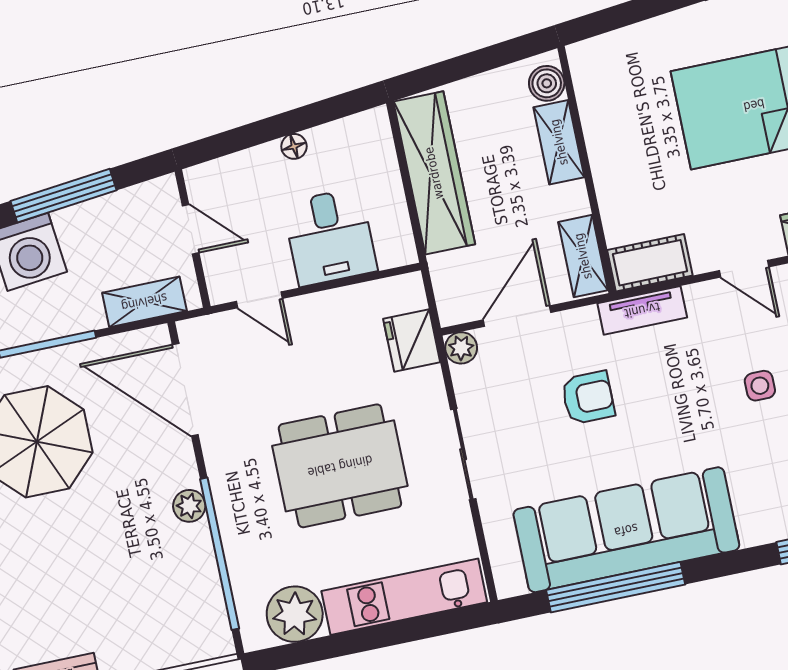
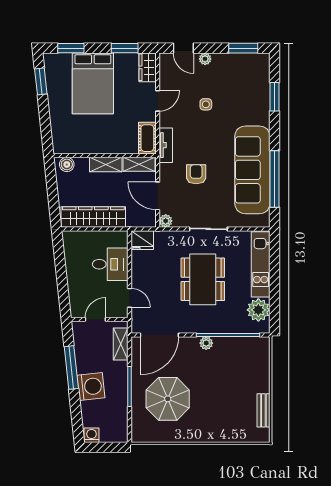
shelving: (559, 142) -> (106, 165), moved
floor lamp: (294, 146) -> (71, 271), removed
door: (259, 300) -> (130, 298), hinge flipped
fridge: (412, 341) -> (142, 240), moved

